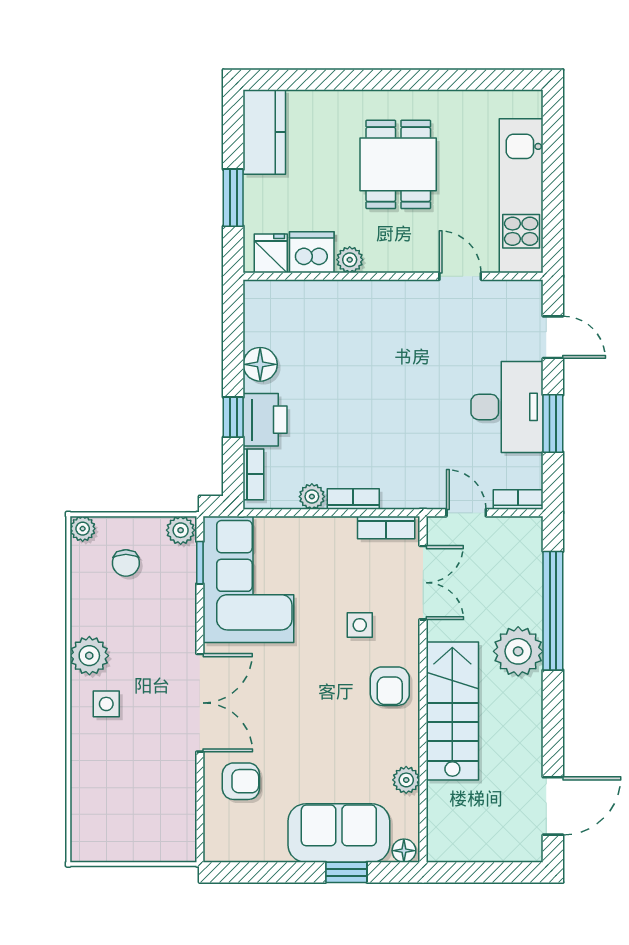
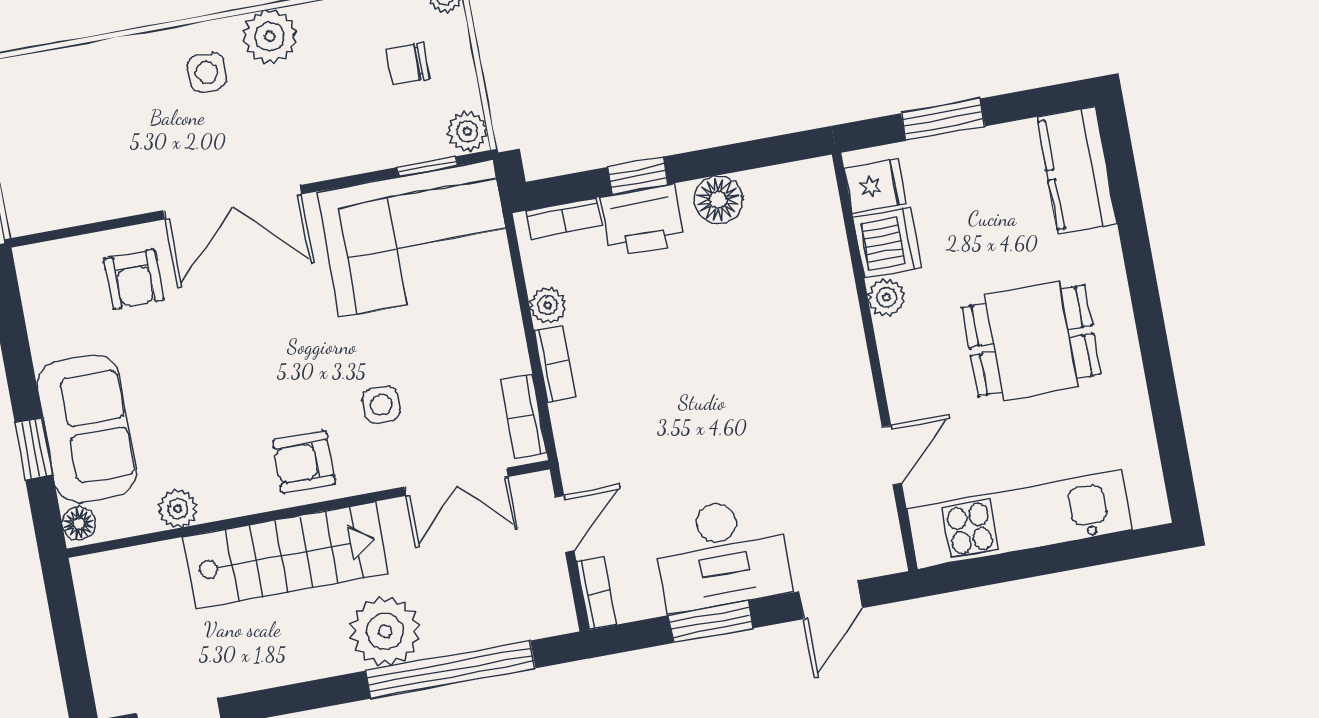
kitchen counter: (264, 132) -> (1077, 170), moved, turned 90

